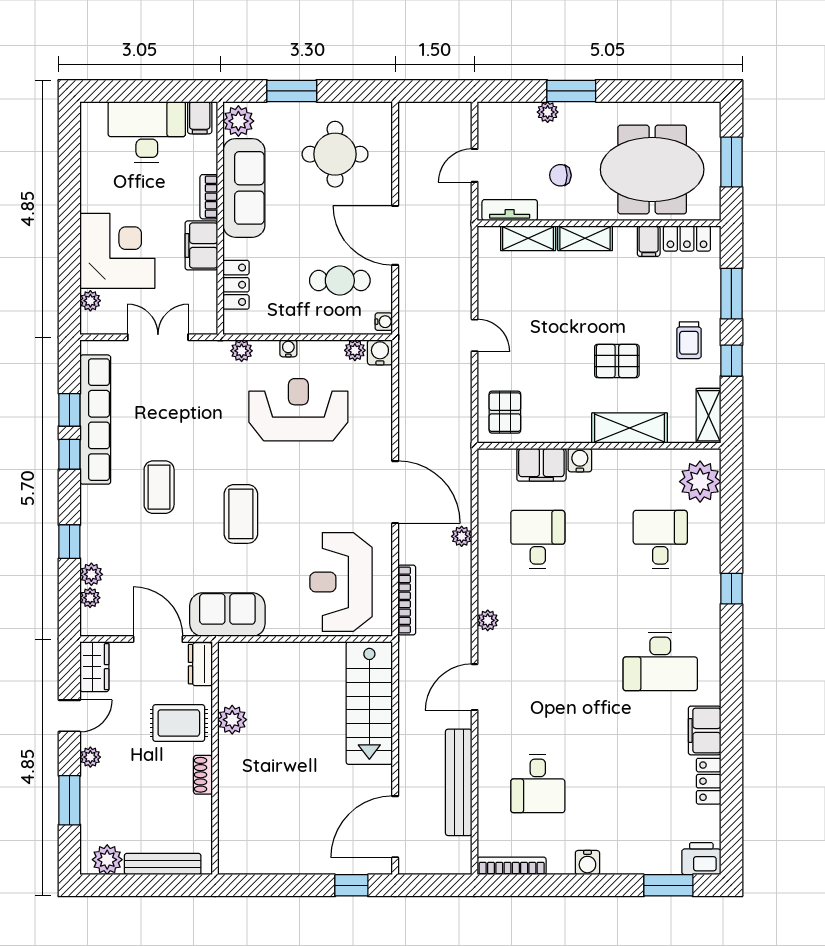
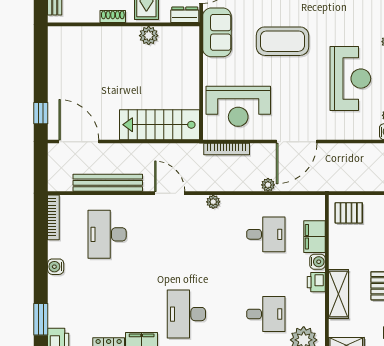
printer: (611, 462) -> (316, 282), added
coffee table: (241, 514) -> (282, 41), width x1.36, depth x1.32
reception desk: (341, 582) -> (238, 106), turned 180
desk: (538, 784) -> (107, 234), width x1.37

